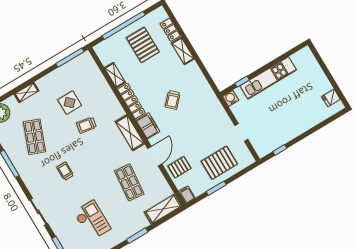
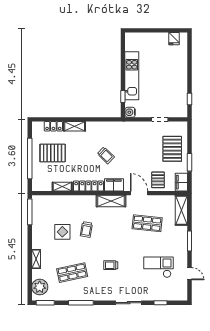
shop shelf: (35, 137) -> (72, 273), turned -33
filing cabinet: (187, 195) -> (181, 182), width x2.00

